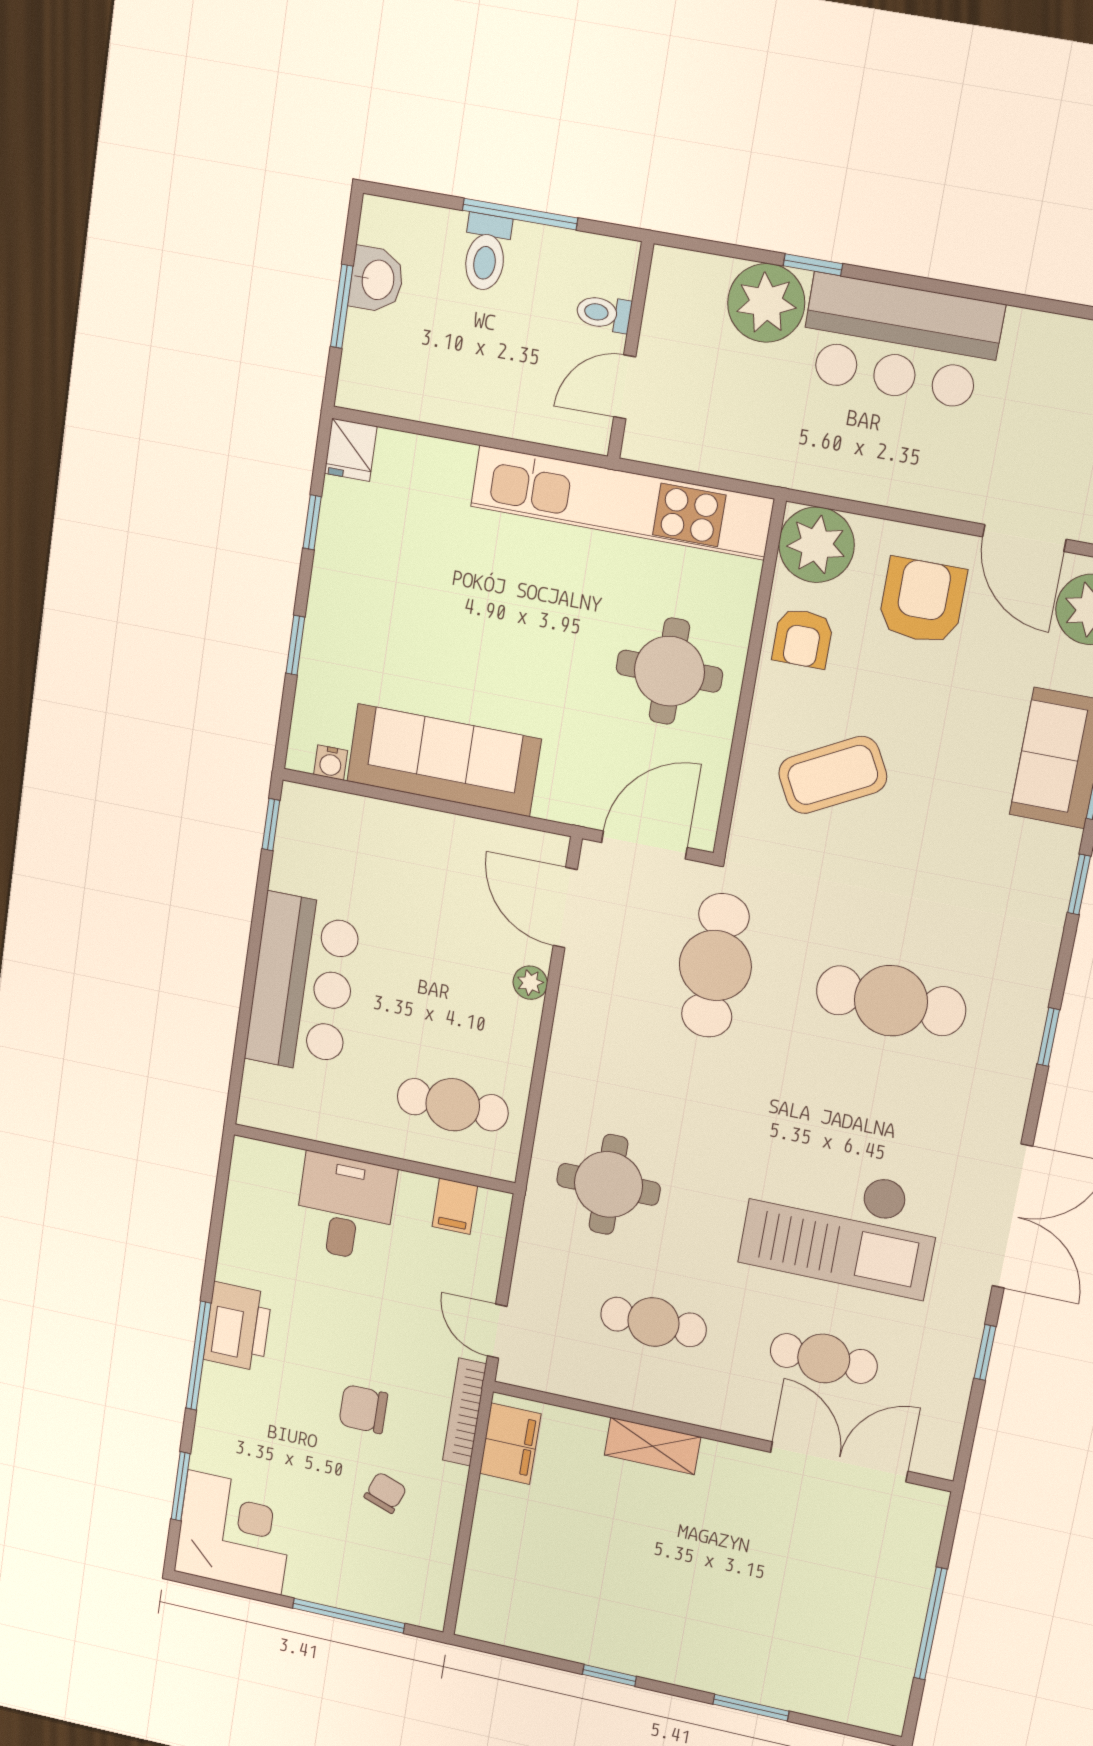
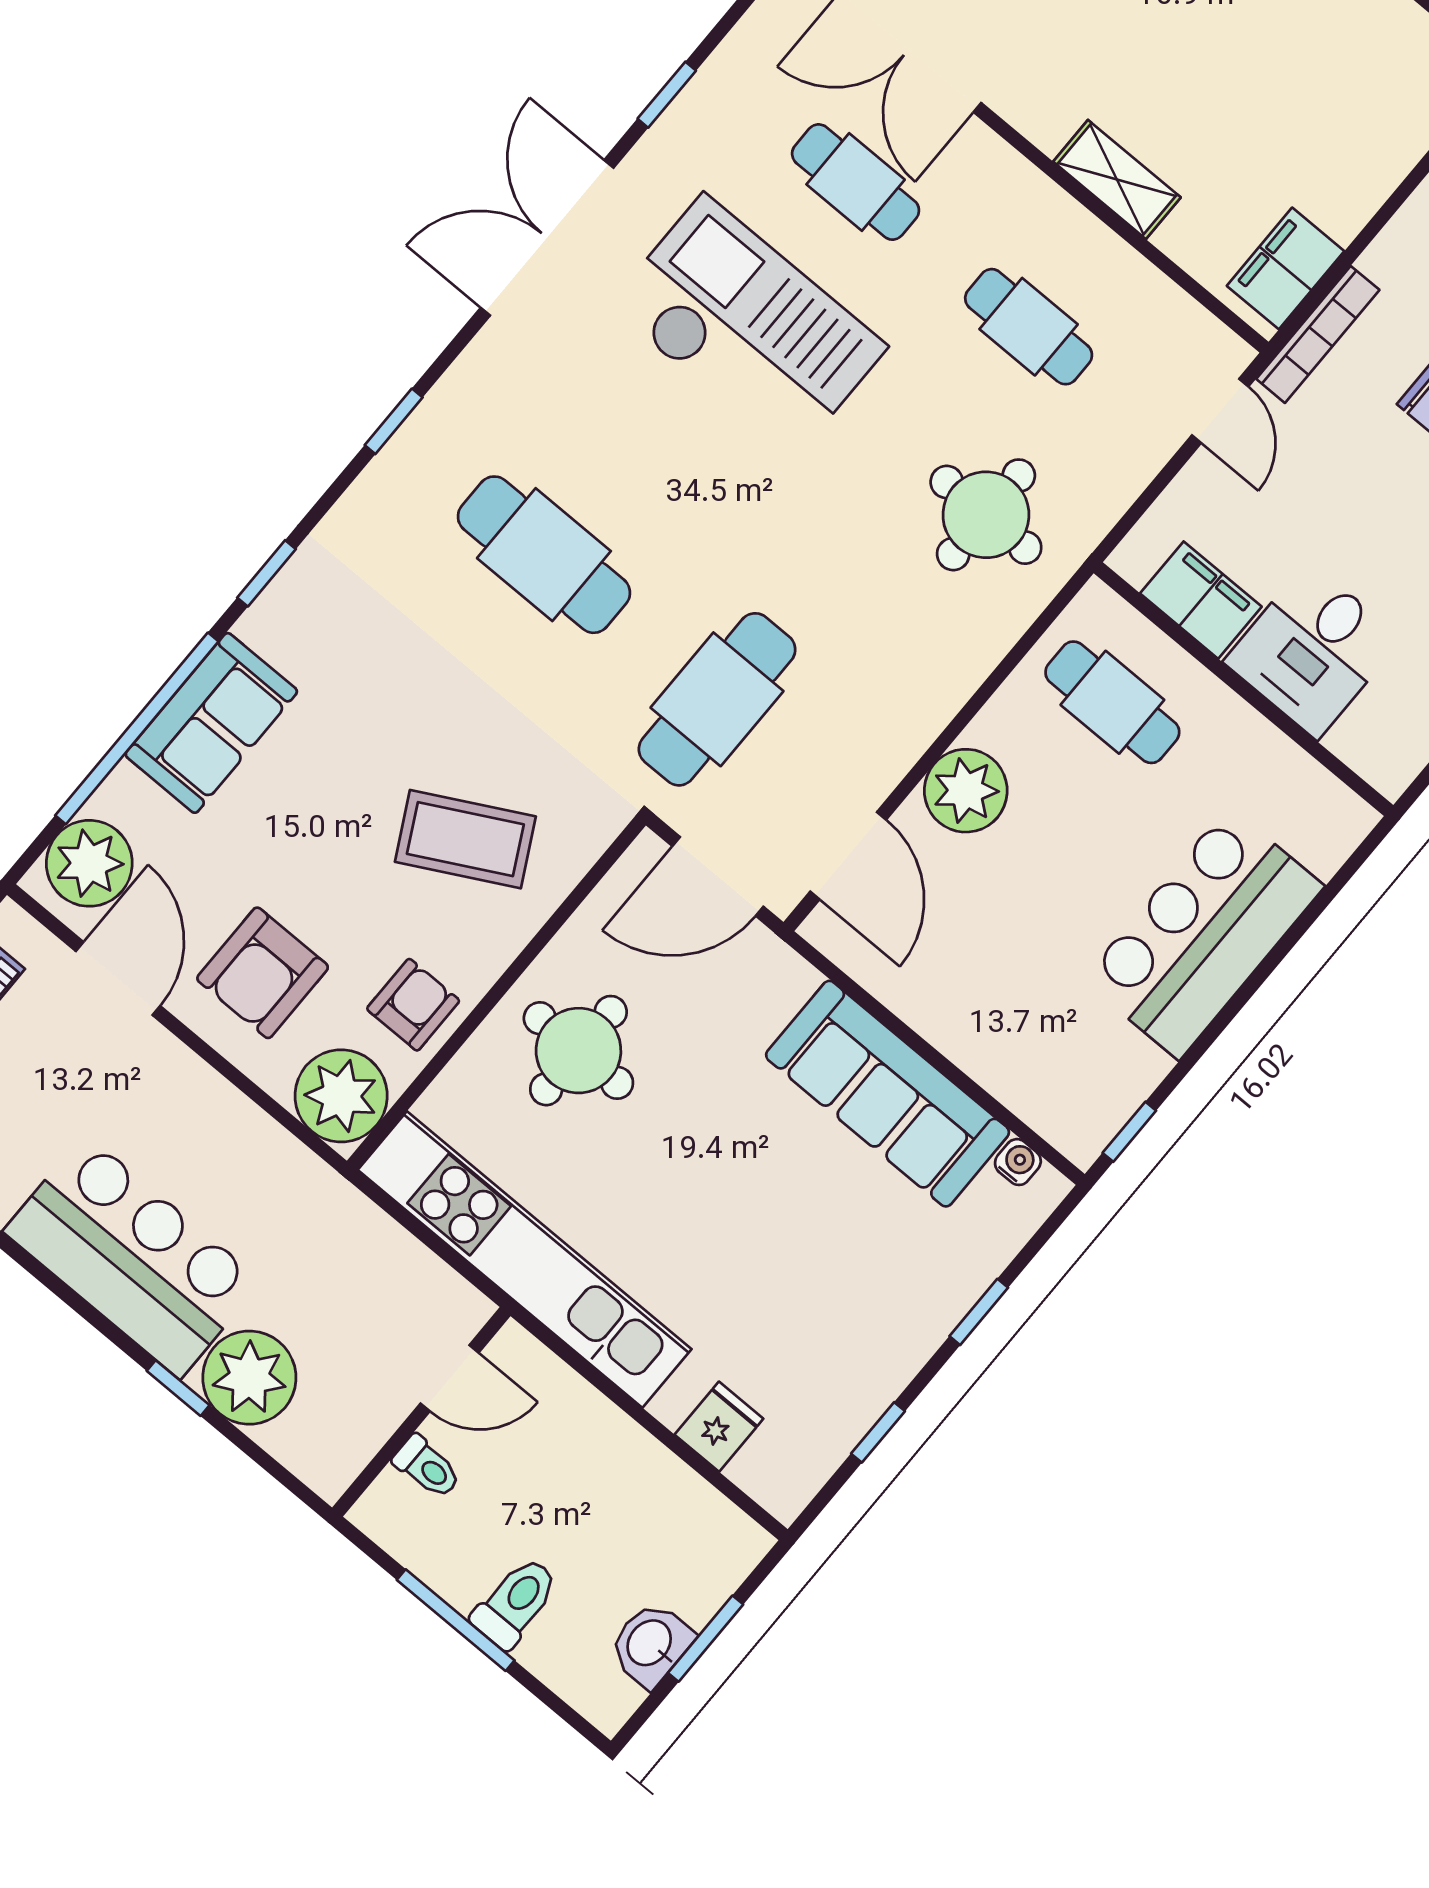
fridge: (351, 450) -> (719, 1427), moved
plant: (530, 983) -> (966, 791), width x1.88, depth x1.88
filing cabinet: (455, 1206) -> (1201, 600), width x2.00

